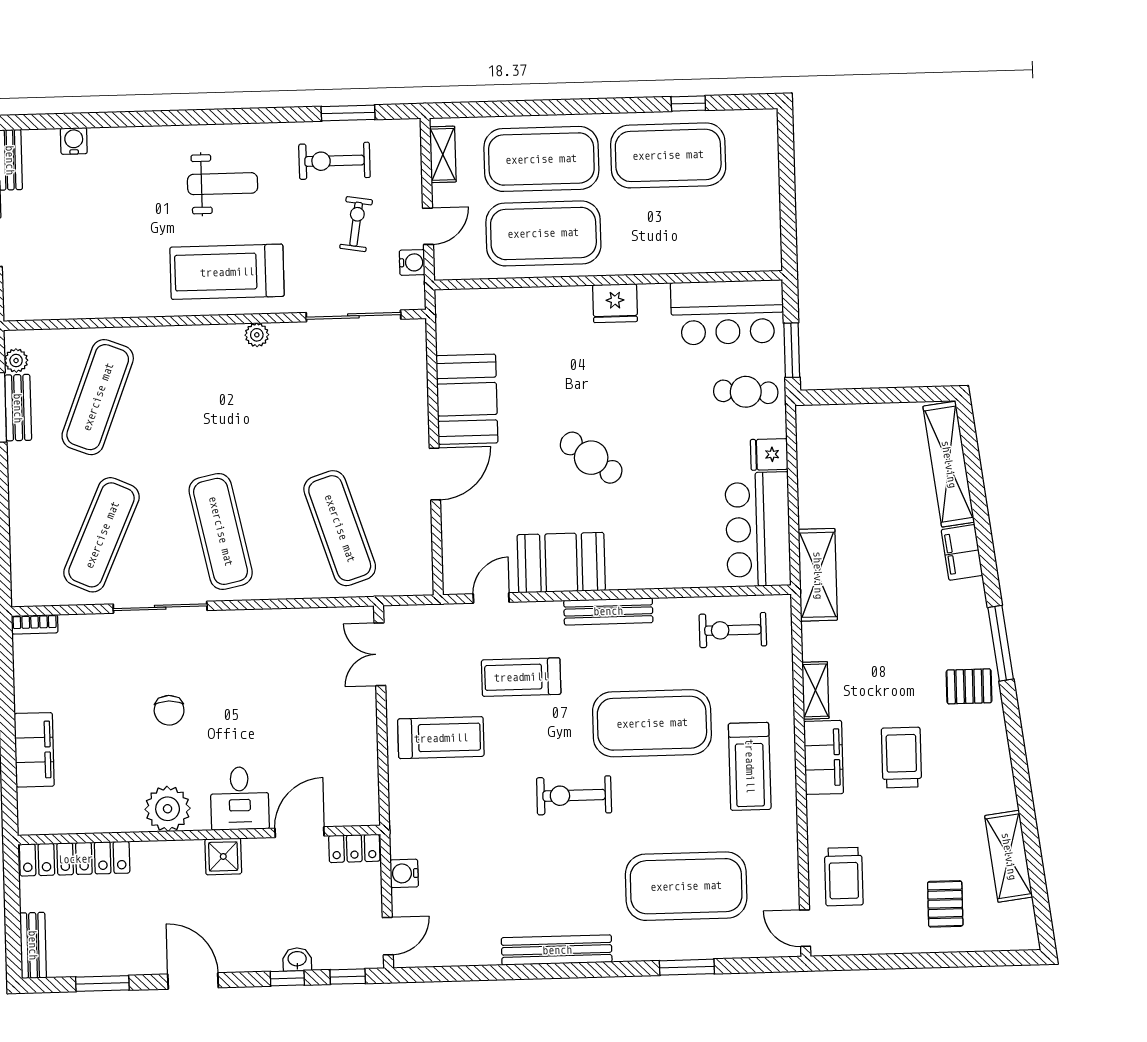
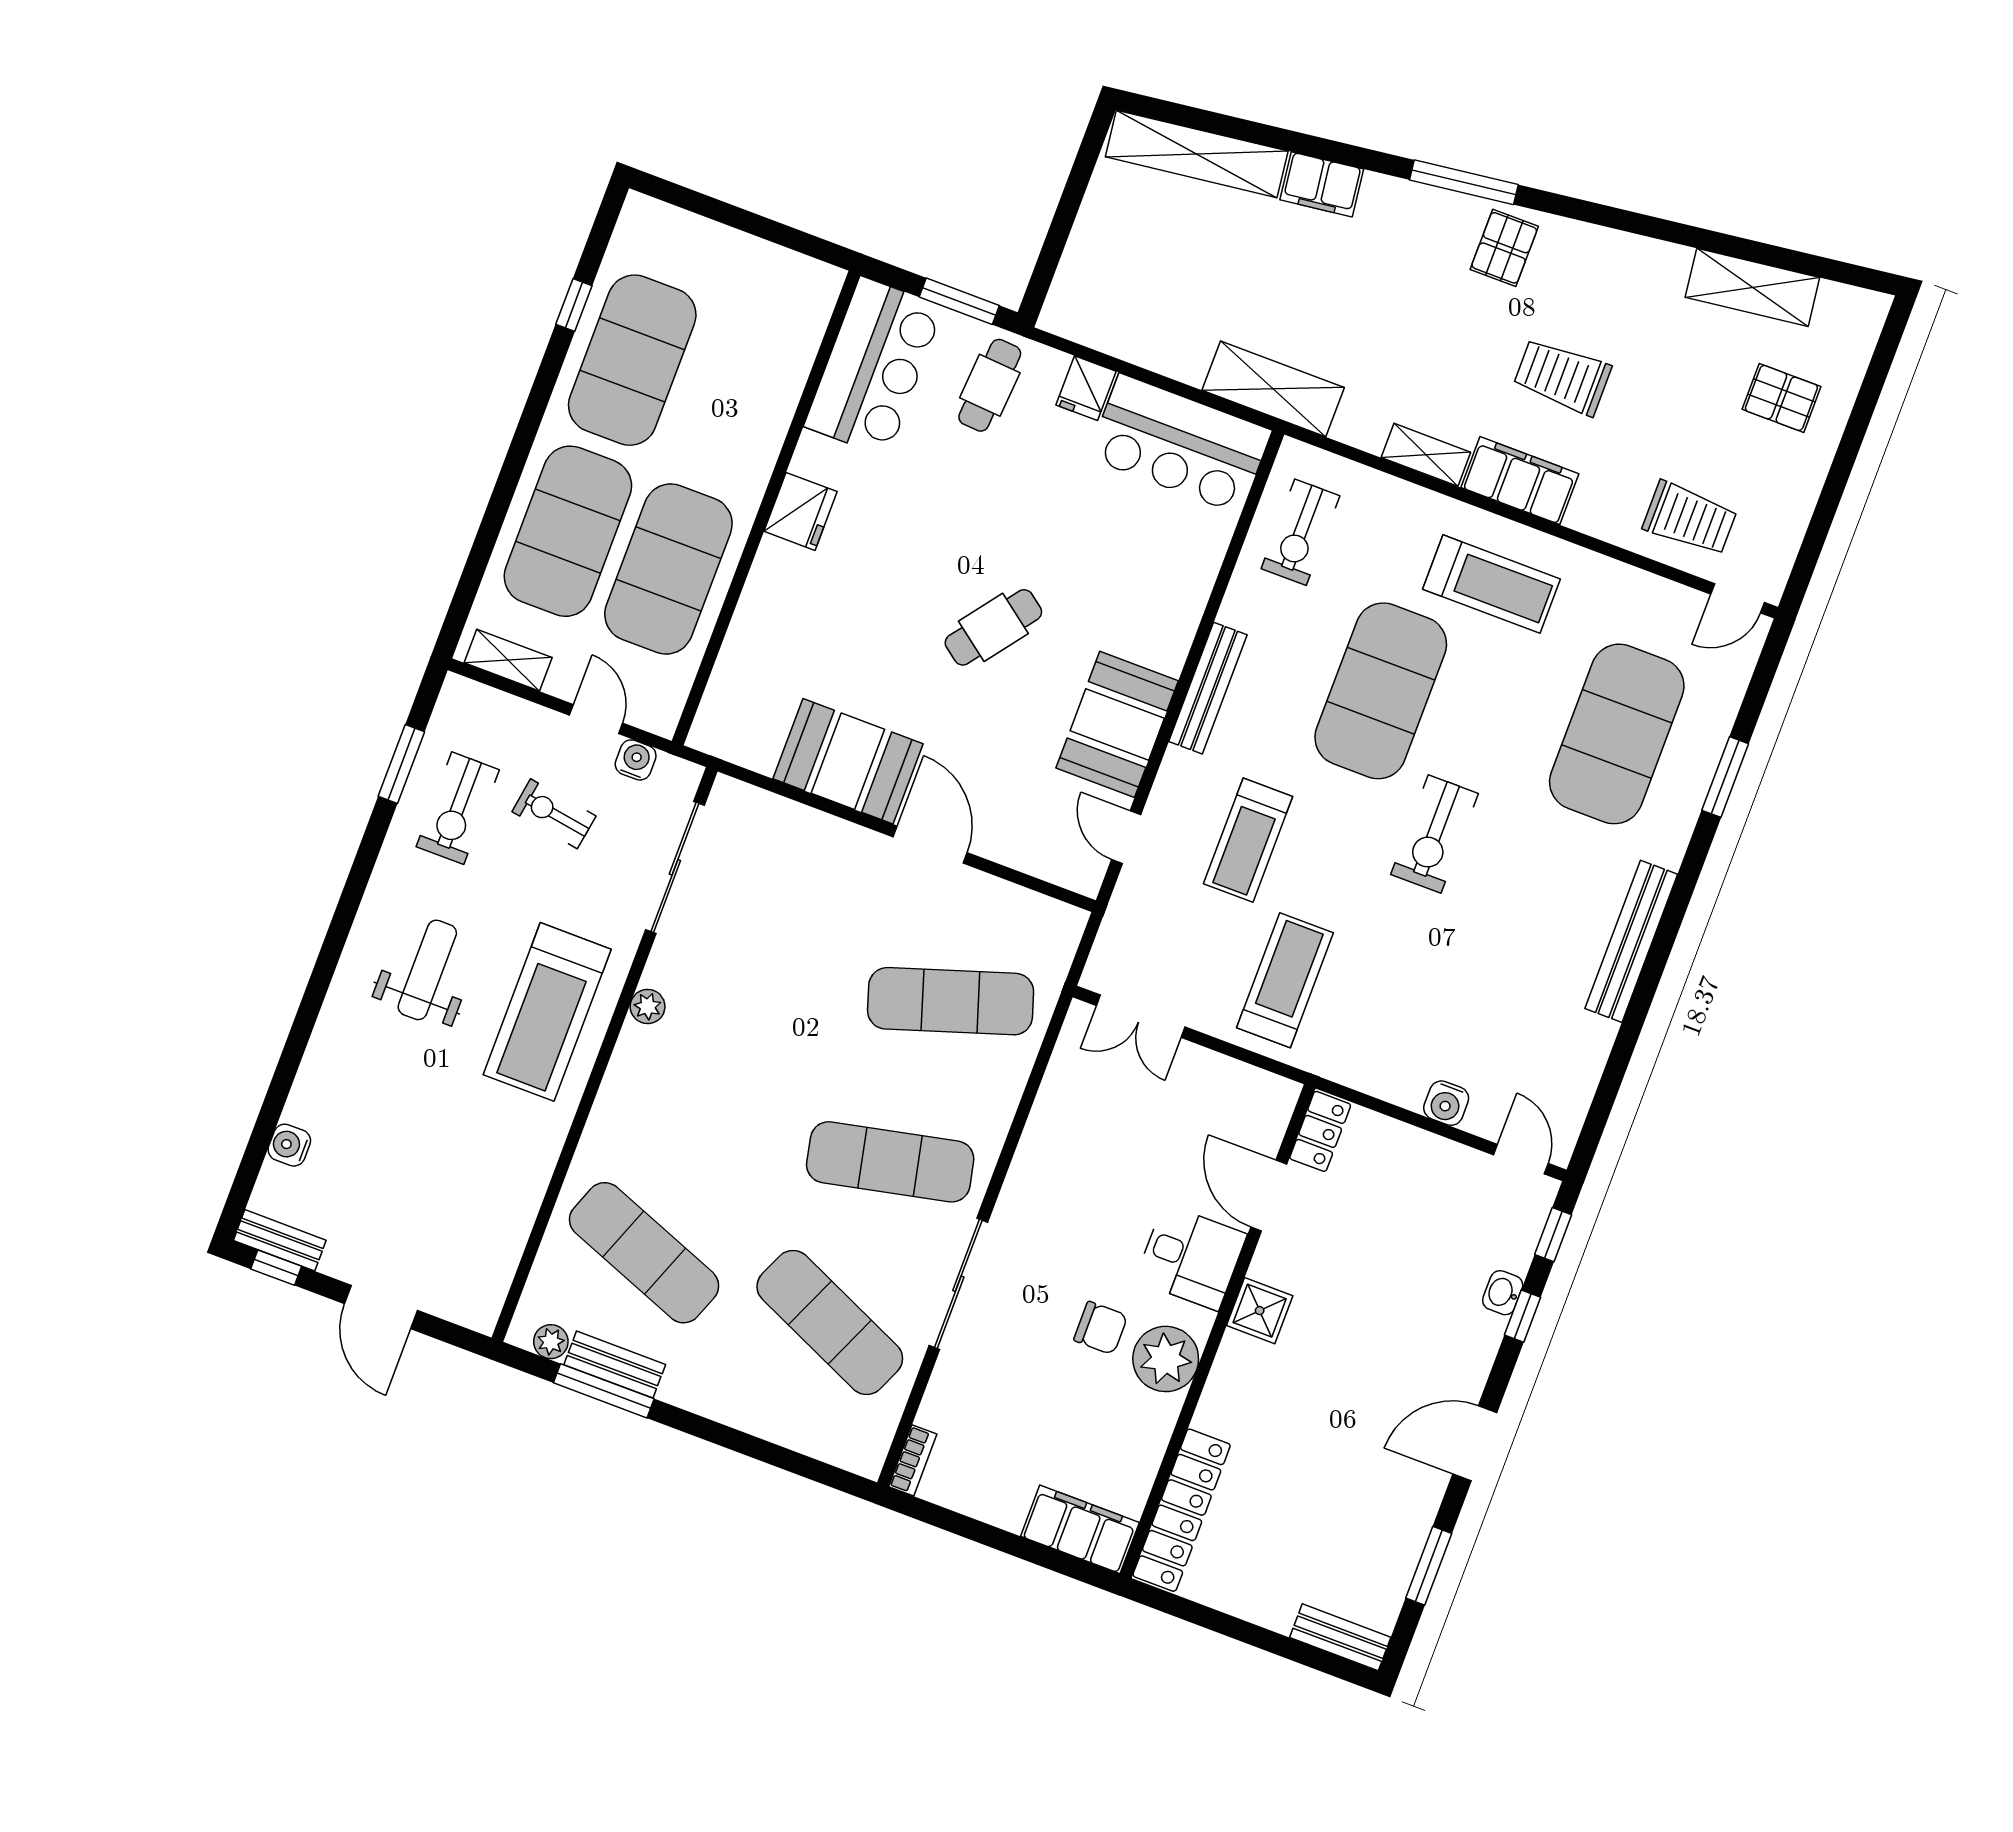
desk: (240, 798) -> (1191, 1257), moved
plant: (168, 809) -> (1166, 1359), moved
door: (300, 832) -> (1269, 1196), moved
wall: (199, 835) -> (1218, 1331), moved
locker: (354, 848) -> (1320, 1131), moved
shower: (223, 856) -> (1260, 1311), moved
locker: (75, 859) -> (1182, 1510), moved

